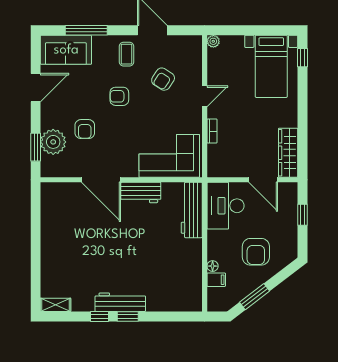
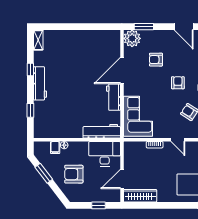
plant: (53, 142) -> (132, 38), moved
window: (128, 316) -> (30, 110), moved

